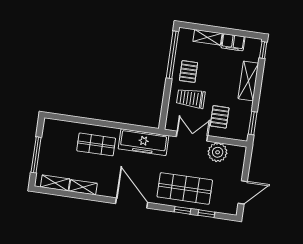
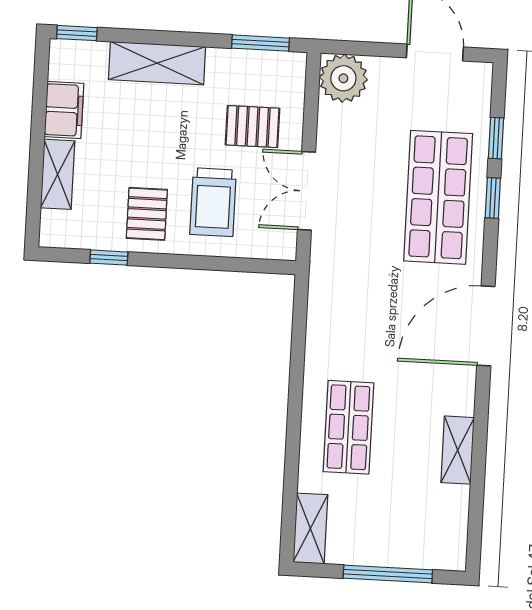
window: (172, 55) -> (109, 258), width x0.32
pallet: (189, 72) -> (147, 214), turned 90
freezer: (143, 142) -> (332, 310), removed
plant: (218, 152) -> (343, 78), moved
shelving: (55, 183) -> (310, 529), moved

